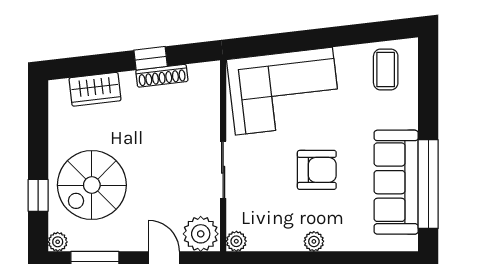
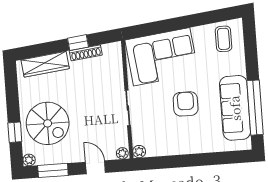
wardrobe: (95, 89) -> (45, 64), width x1.50
armchair: (317, 170) -> (186, 104), turned -90
spiral stairs: (92, 185) -> (48, 123), turned -90
plant: (201, 234) -> (122, 153), width x0.53, depth x0.53
plant: (314, 241) -> (187, 148), removed

